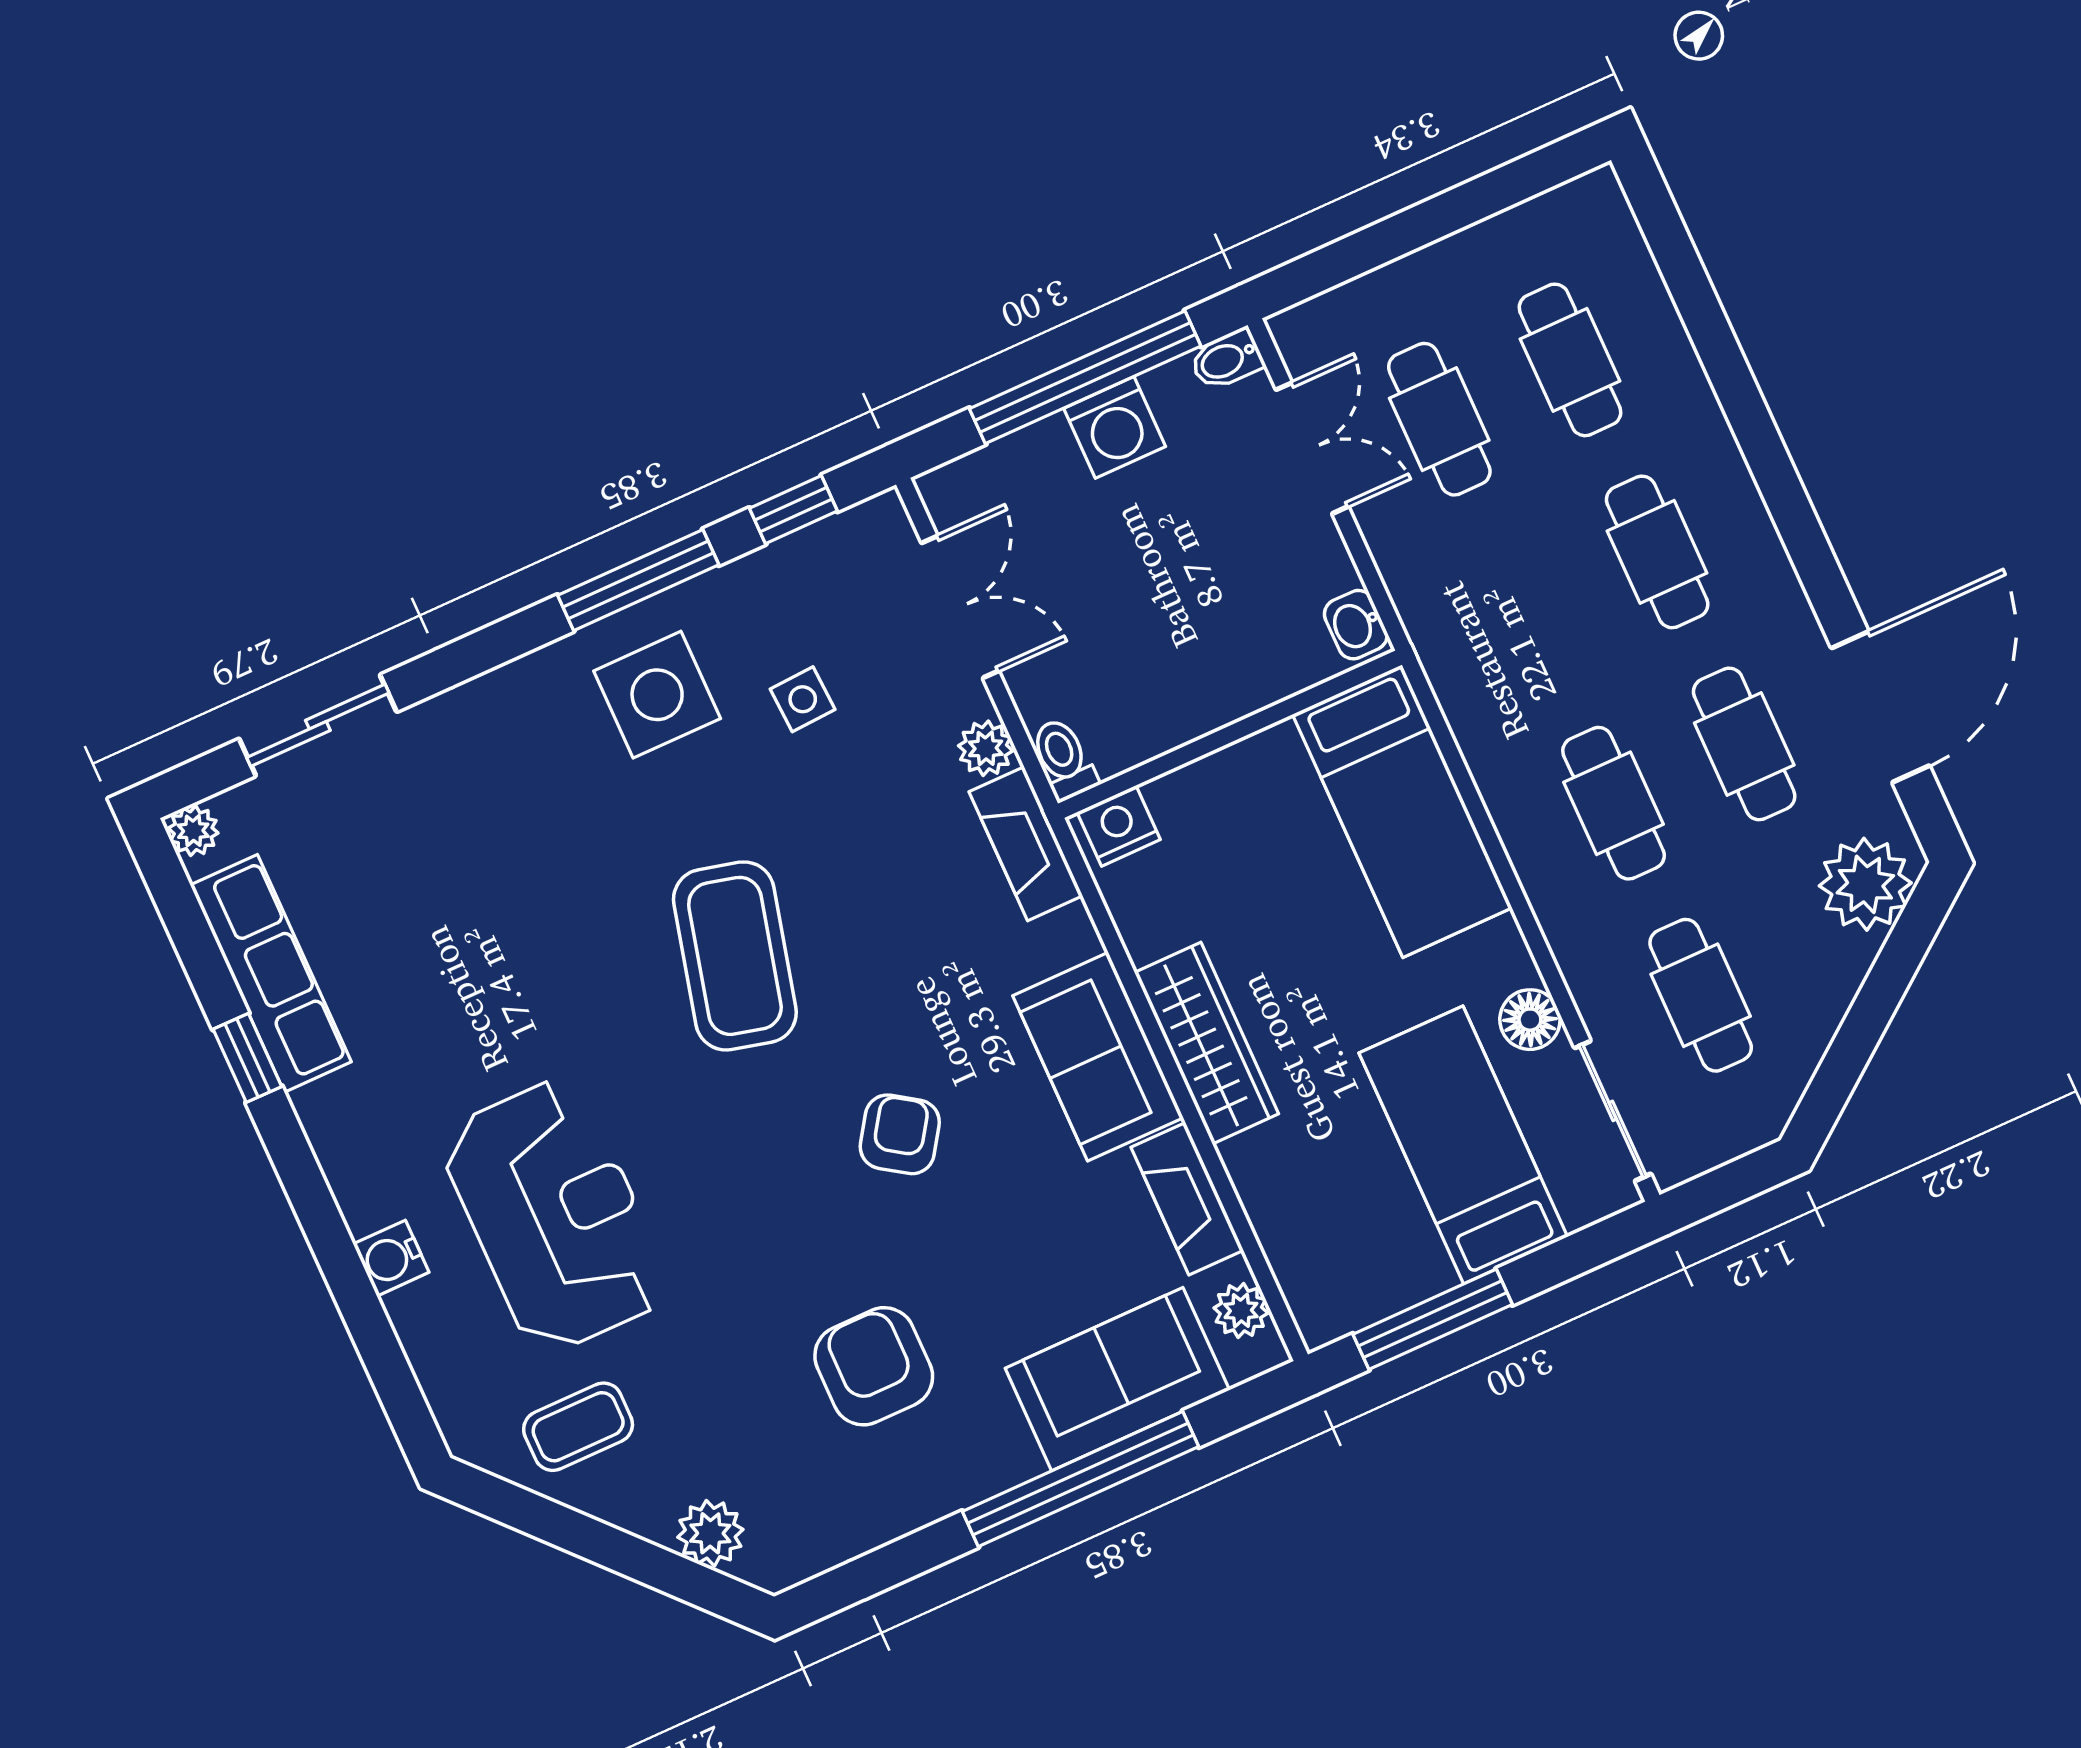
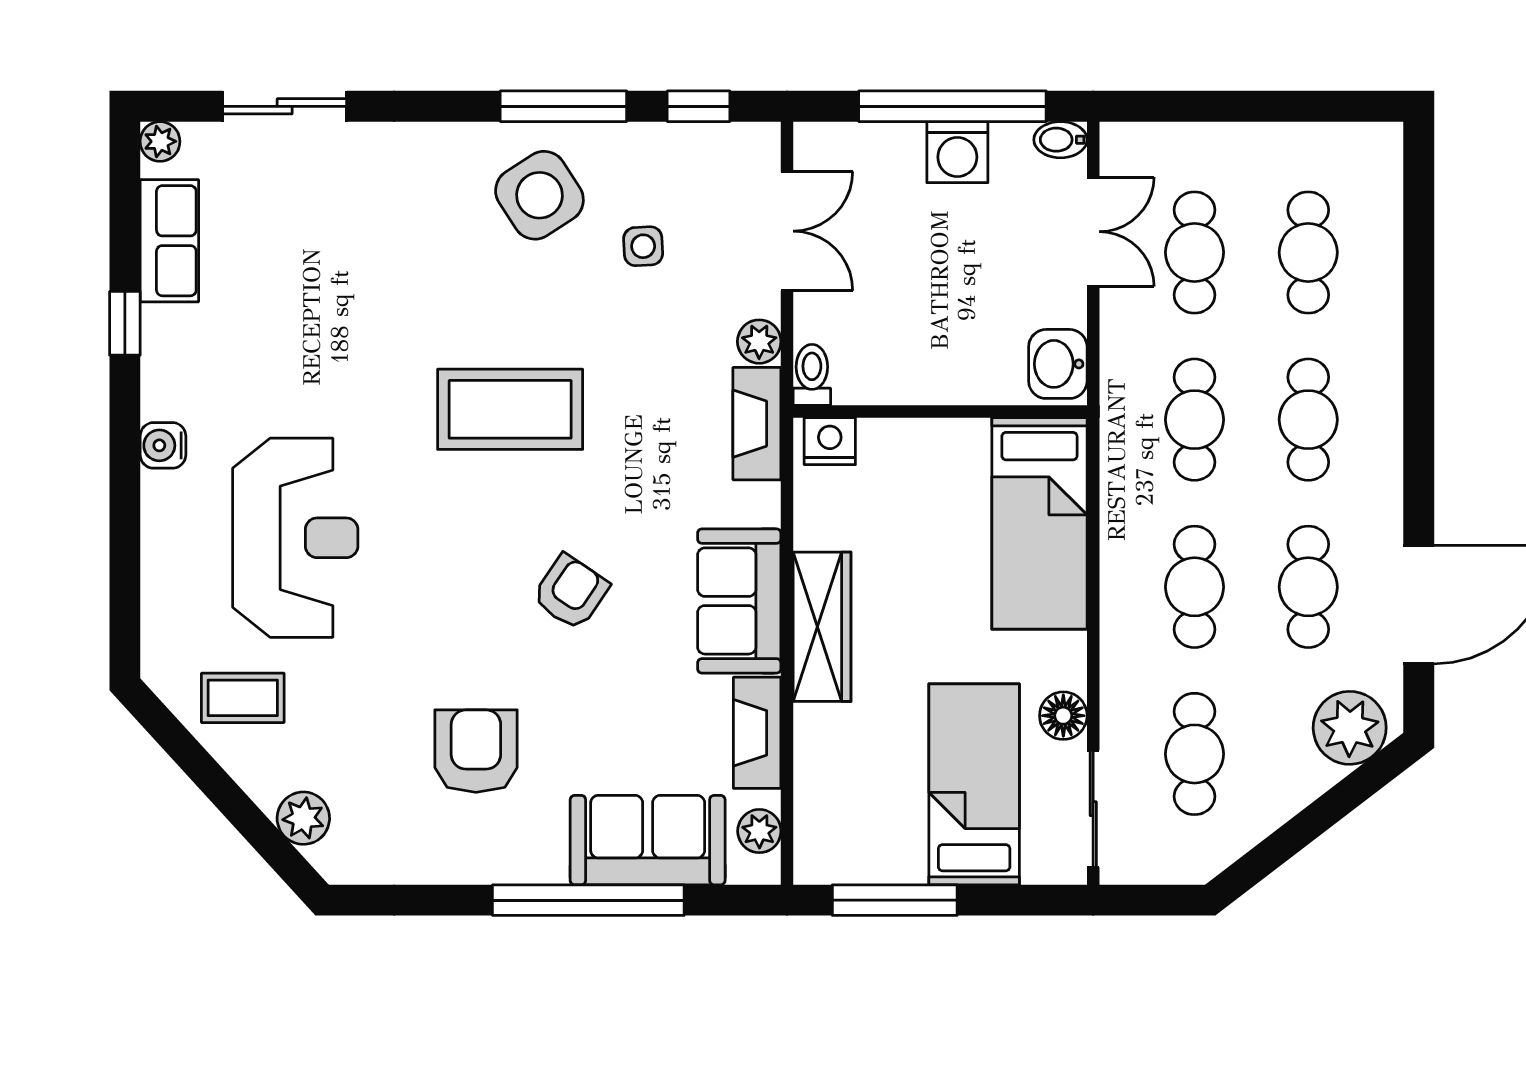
cafe table: (1526, 611) -> (1194, 420), added
washbasin: (1356, 625) -> (1058, 364), width x1.38, depth x1.45
side table: (657, 695) -> (539, 195), turned -33
coffee table: (735, 956) -> (510, 409), turned 76
row of seats: (271, 973) -> (169, 241), width x0.68
water cooler: (391, 1258) -> (163, 445), moved

